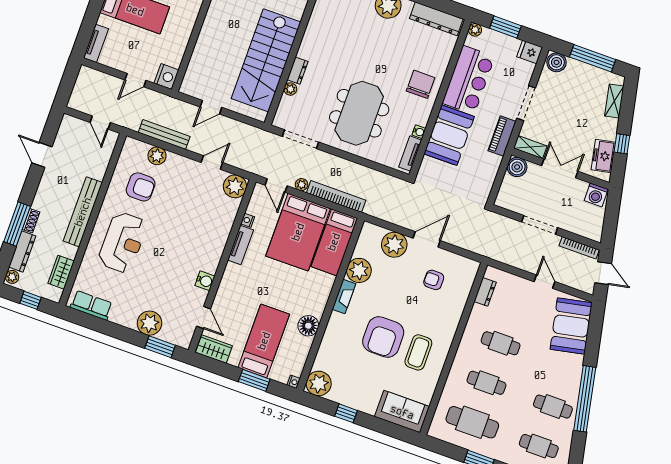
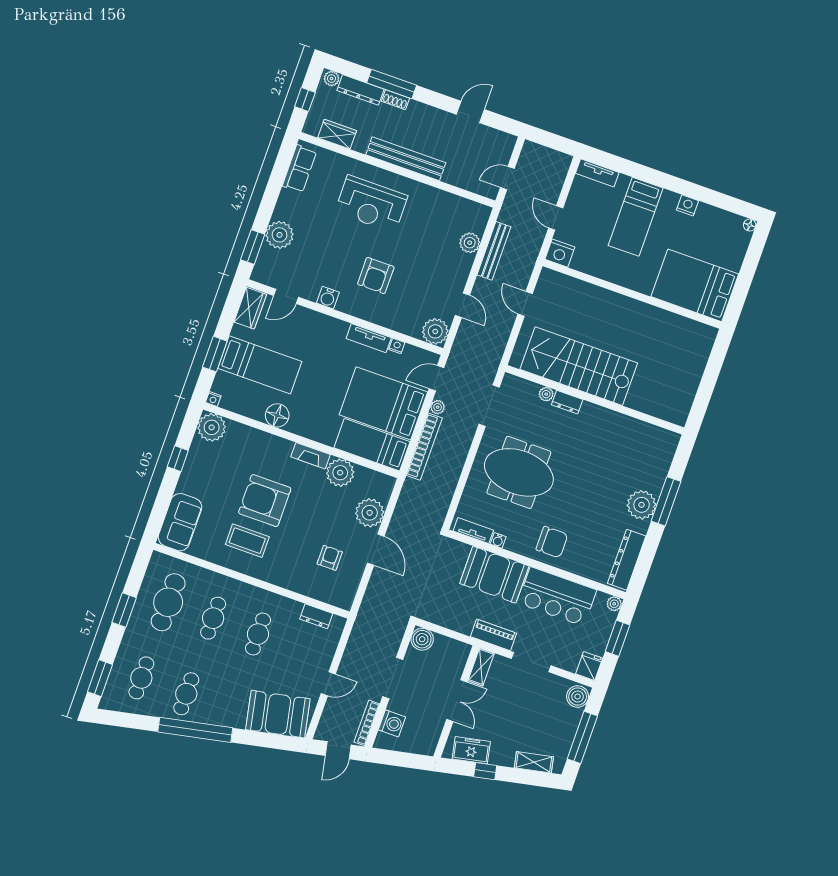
boiler: (517, 167) -> (422, 639), moved
armchair: (141, 187) -> (376, 276), moved
washing machine: (596, 195) -> (392, 723), moved, turned 180

